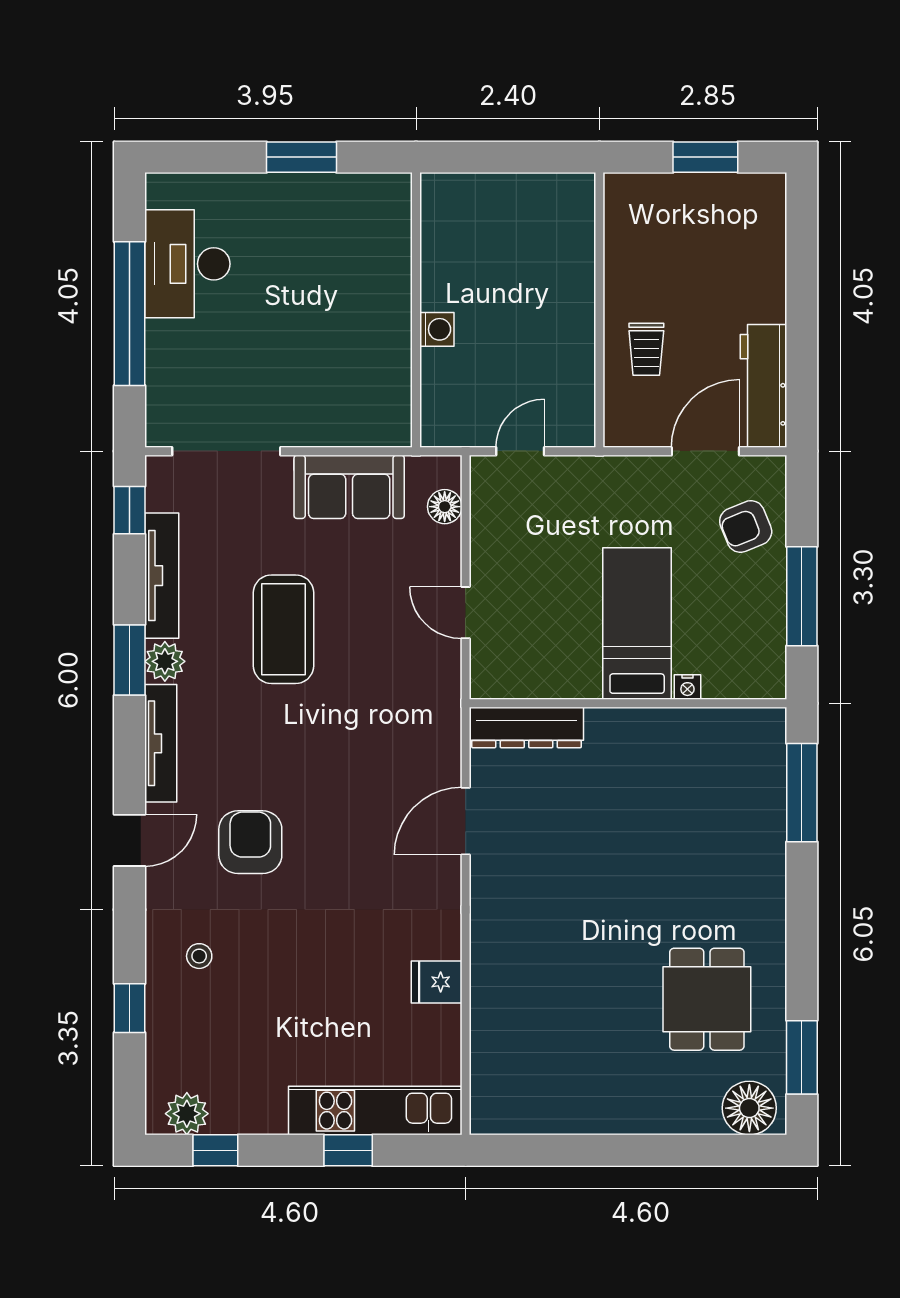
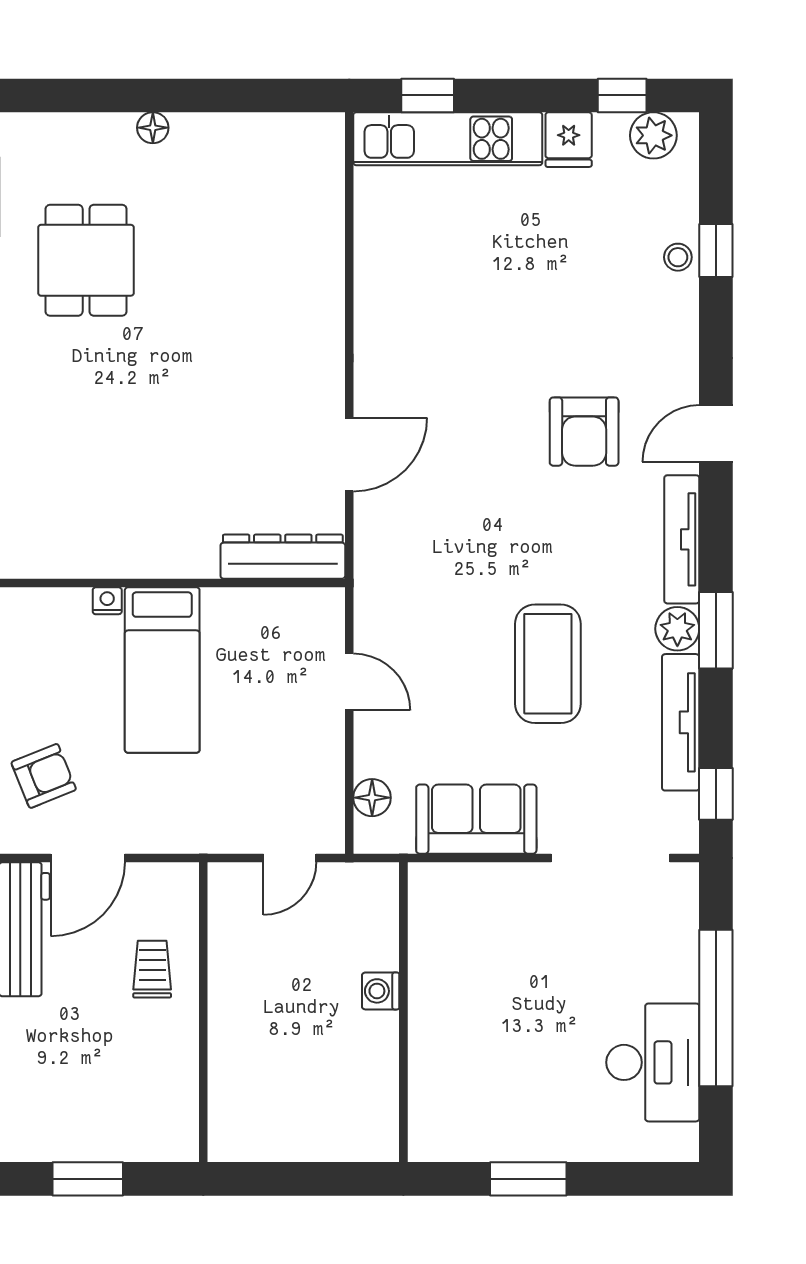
stool: (199, 956) -> (678, 257), moved
fridge: (437, 982) -> (569, 140), moved, turned 90
floor lamp: (749, 1108) -> (153, 128), moved, width x0.53, depth x0.53
window: (348, 1150) -> (428, 95), moved

